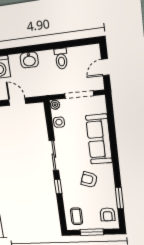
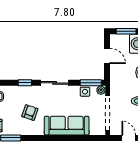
doorway: (79, 95) -> (108, 113), width x1.36
door: (17, 102) -> (107, 56), hinge flipped
window: (49, 117) -> (91, 83), added

